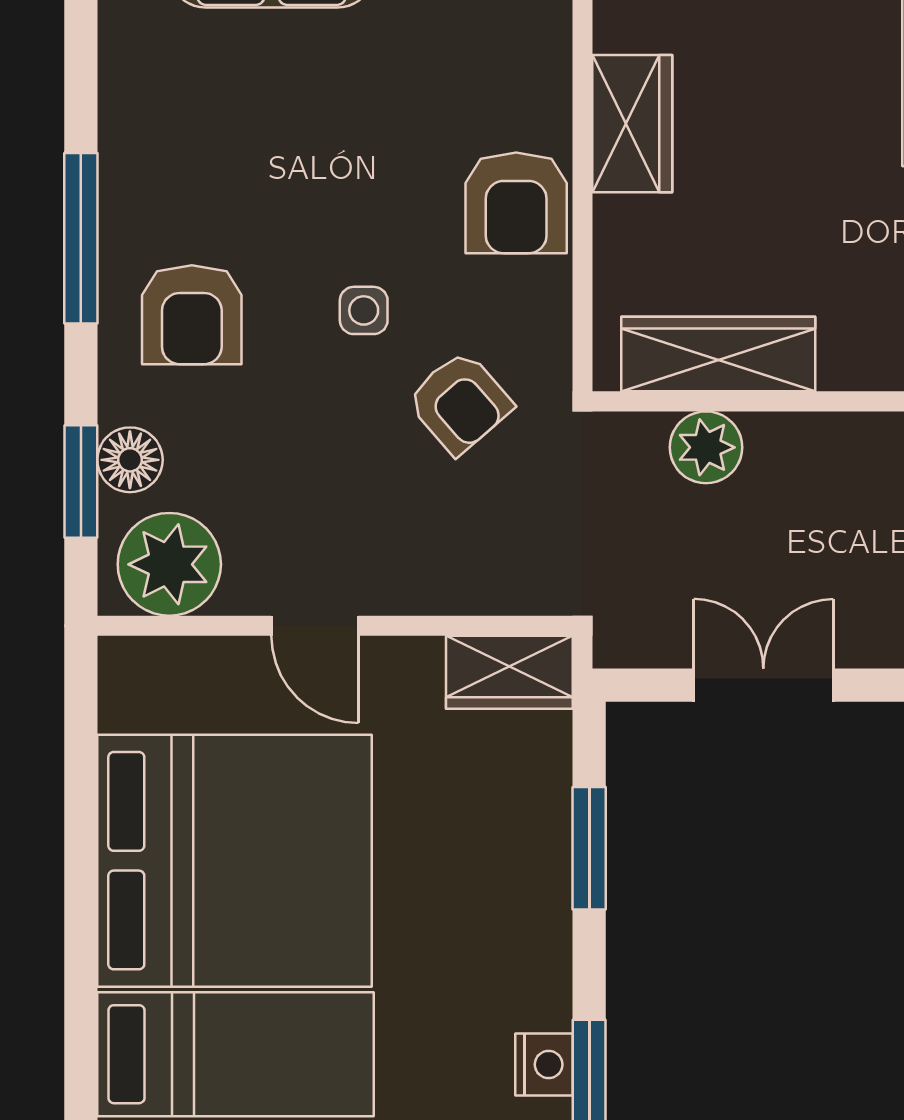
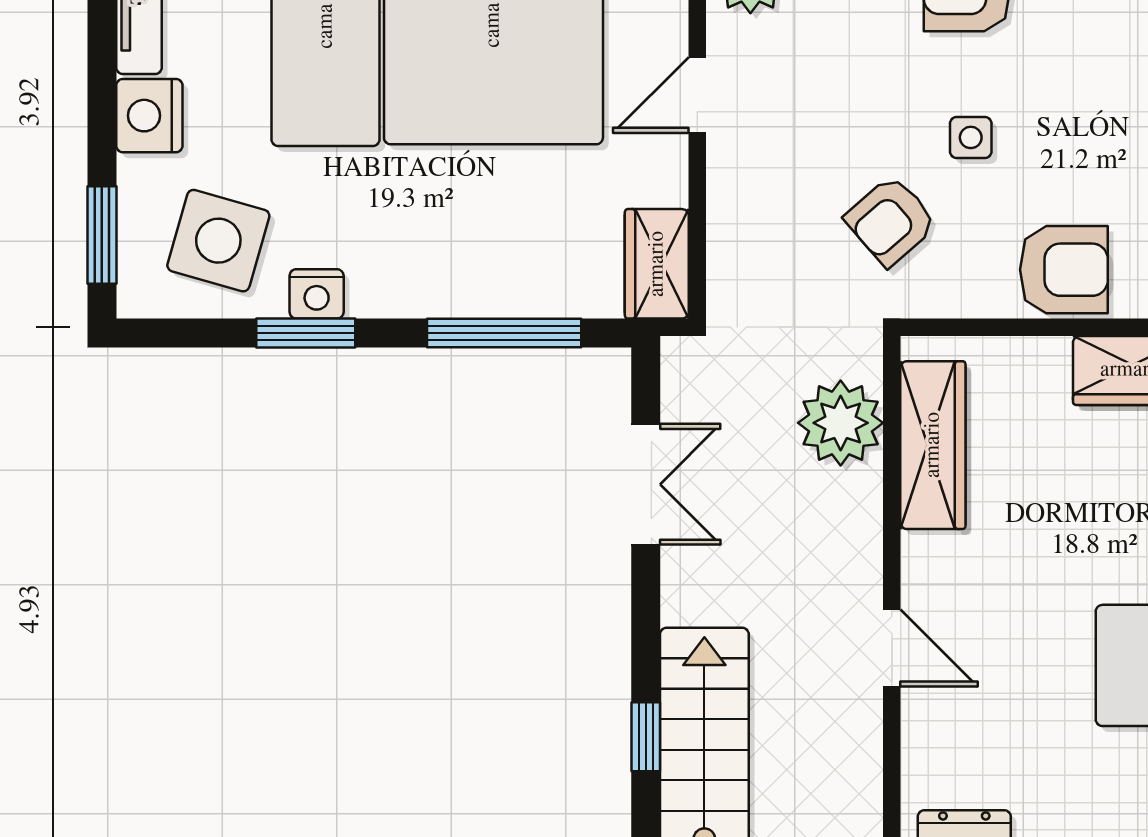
armchair: (516, 203) -> (1064, 270), turned 180
plant: (706, 447) -> (841, 423), width x1.36, depth x1.36
window: (589, 848) -> (504, 333), width x1.44

